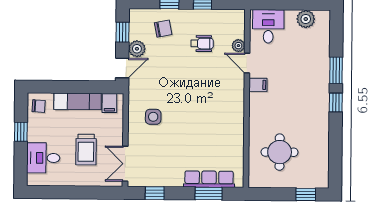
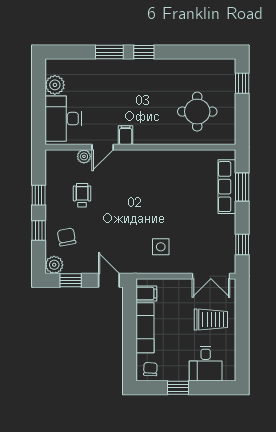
desk: (268, 26) -> (63, 119), width x1.37
plant: (137, 49) -> (54, 265), moved
trolley: (86, 150) -> (211, 319), moved

